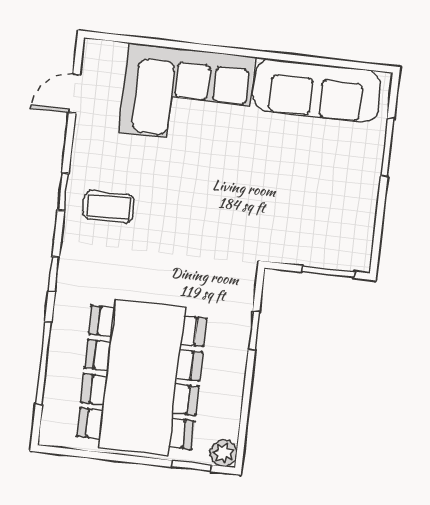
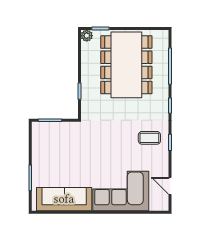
door: (74, 93) -> (170, 186), swing flipped

